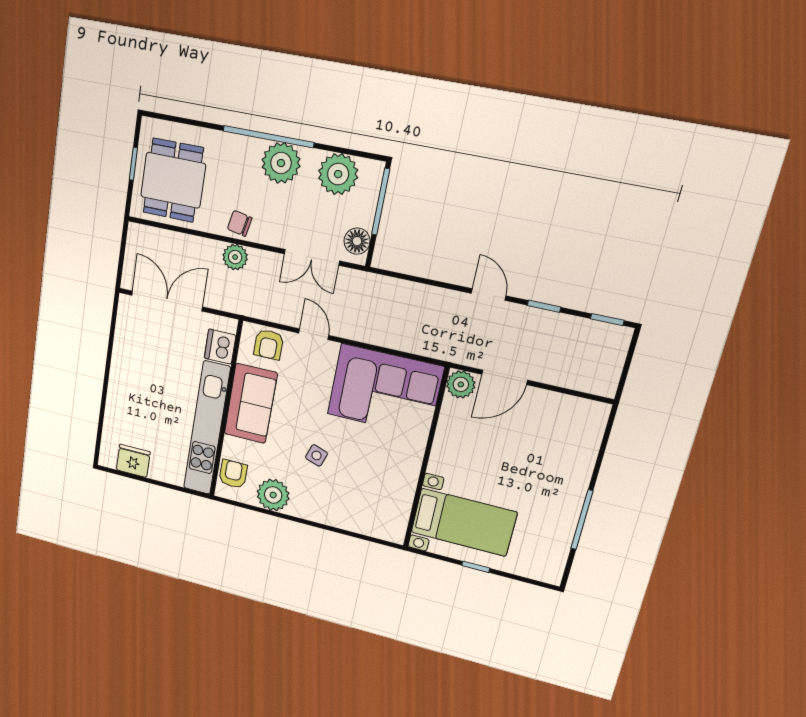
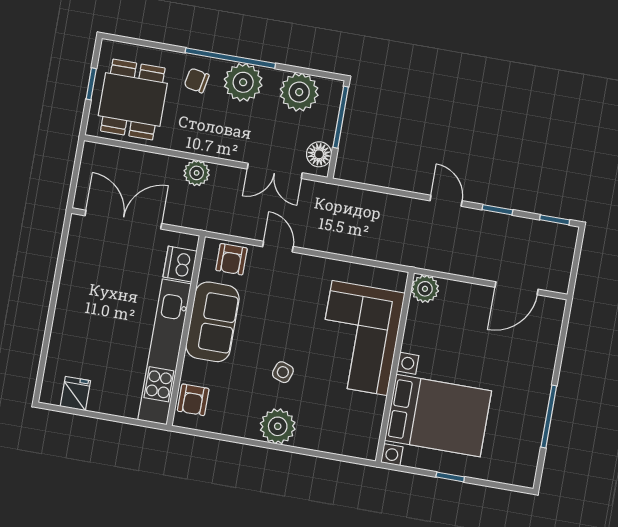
chair: (240, 223) -> (197, 80), moved
door: (505, 377) -> (517, 288), moved
corner sofa: (385, 391) -> (360, 338), moved, turned 90
fridge: (133, 461) -> (75, 394), width x0.72
armchair: (233, 474) -> (193, 400), turned 180
plant: (273, 495) -> (278, 426), moved
bed with nightstands: (464, 522) -> (438, 416), width x1.36

